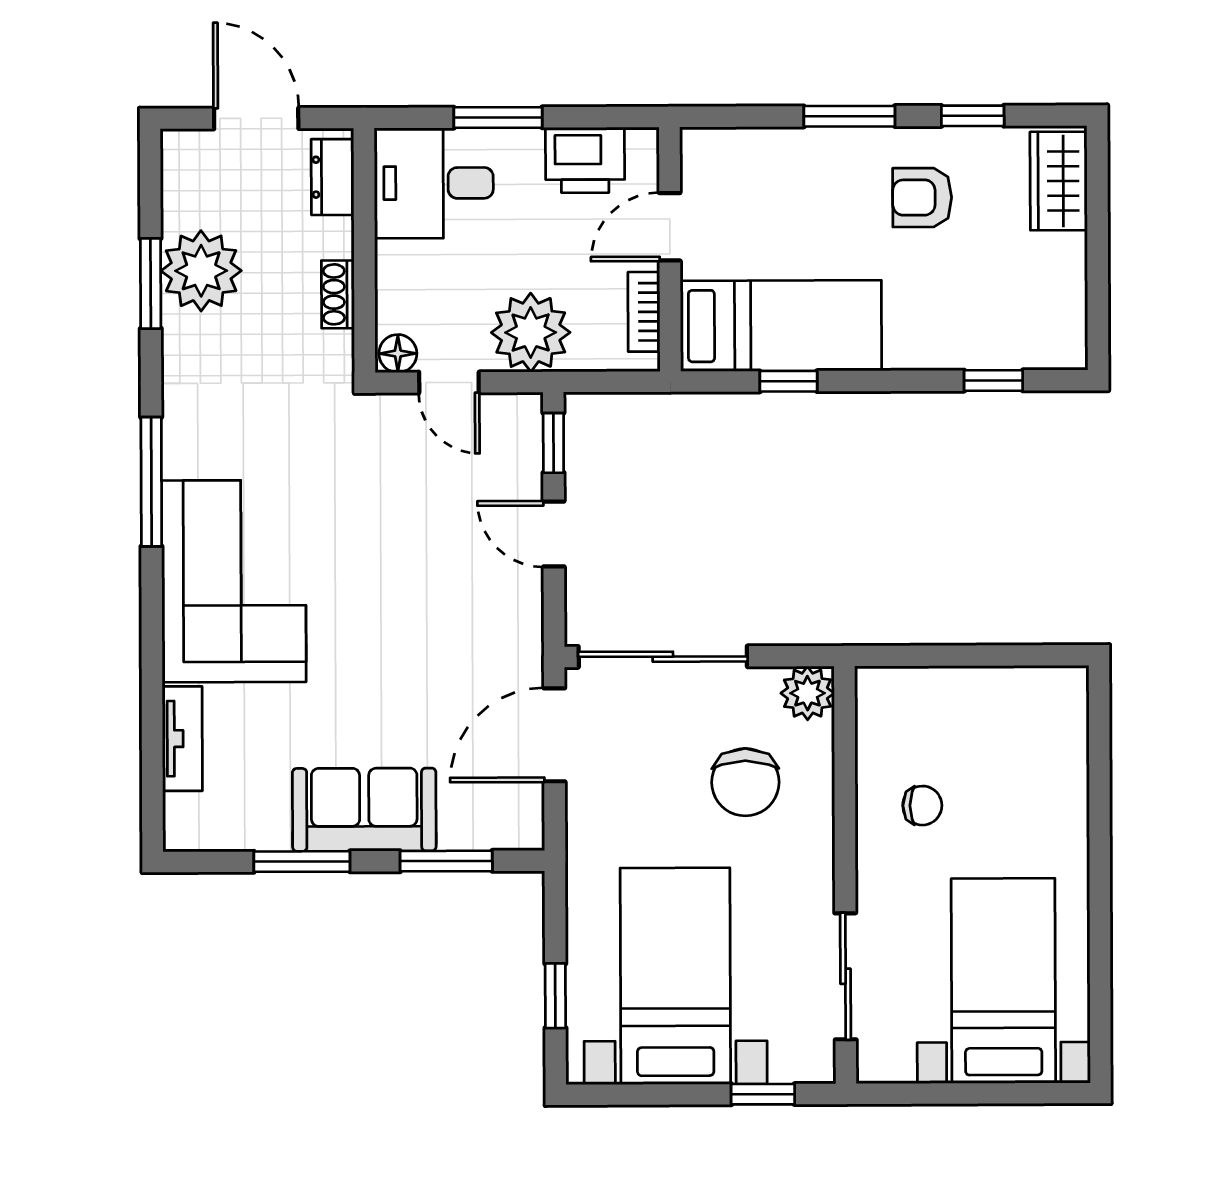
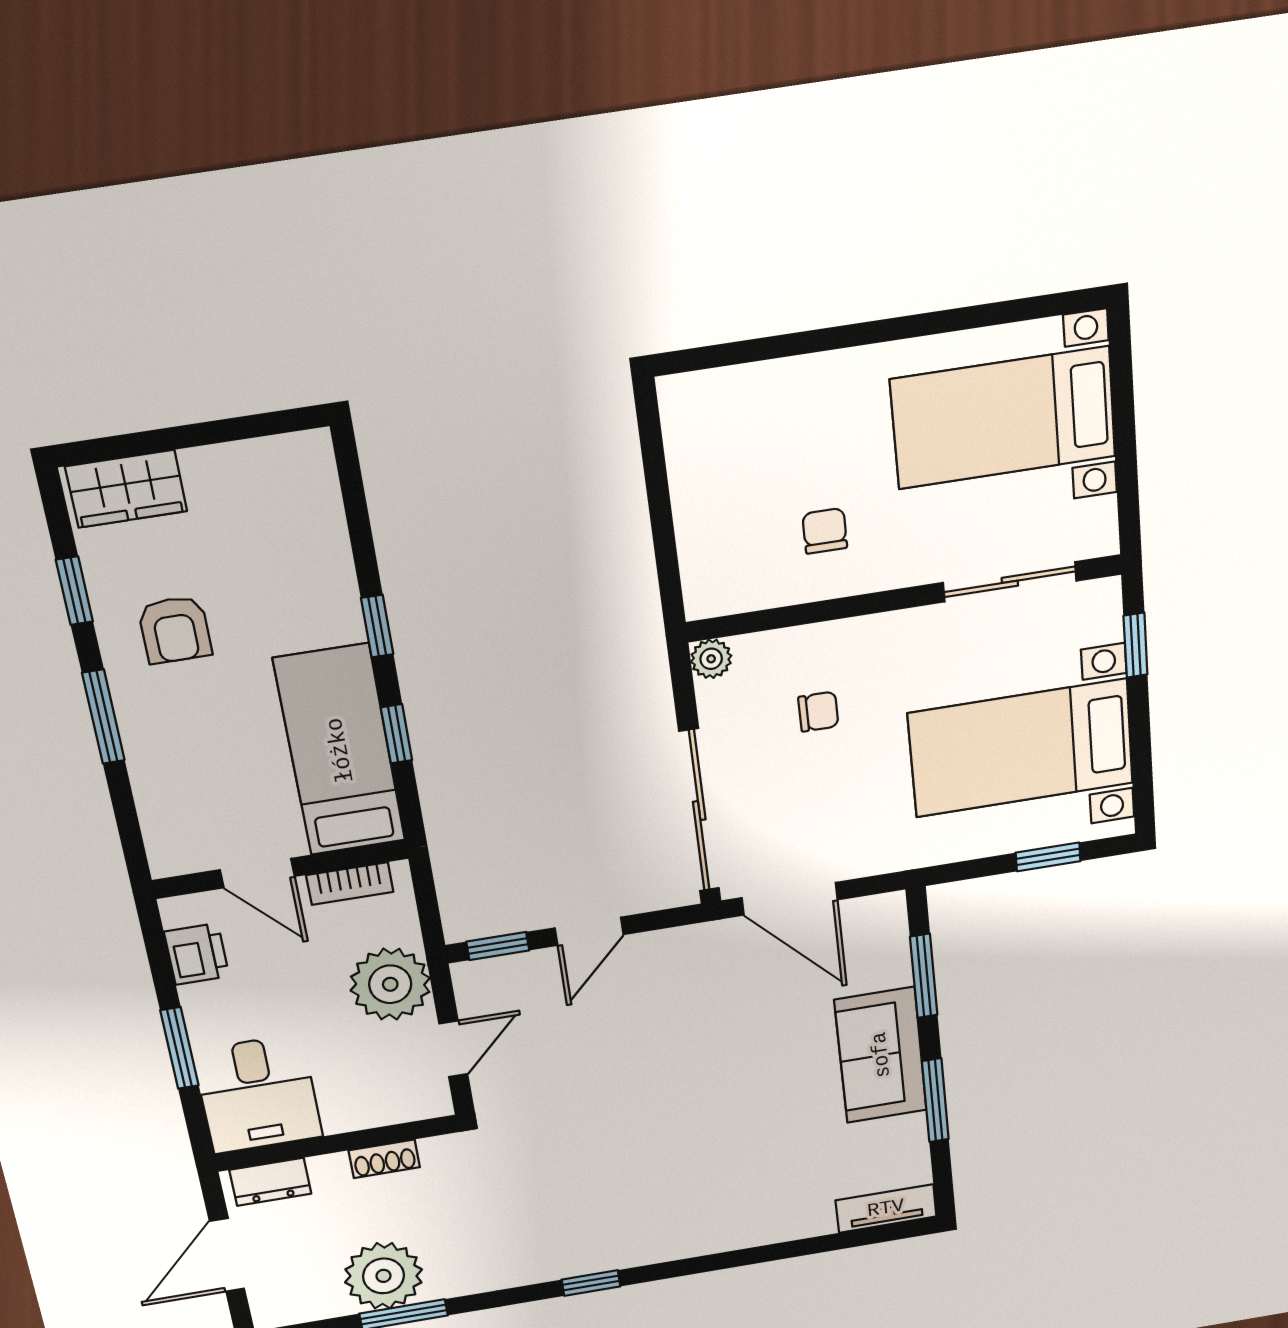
printer: (585, 160) -> (197, 954), width x0.73, depth x0.81
floor lamp: (398, 353) -> (433, 1098), removed
window: (993, 381) -> (377, 626), moved
window: (151, 482) -> (591, 1283), width x0.46
corner sofa: (234, 581) -> (675, 1200), removed
plant: (808, 693) -> (711, 659), width x0.73, depth x0.73
tv unit: (182, 739) -> (886, 1208), moved
chair: (745, 782) -> (818, 712), width x0.54, depth x0.54

